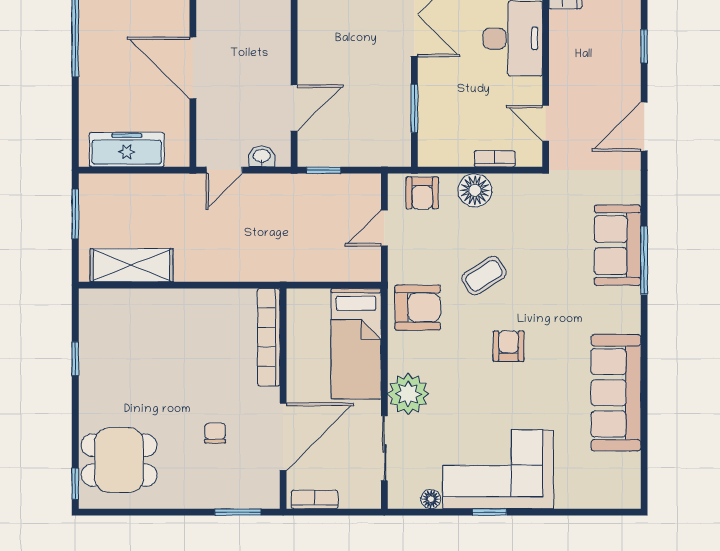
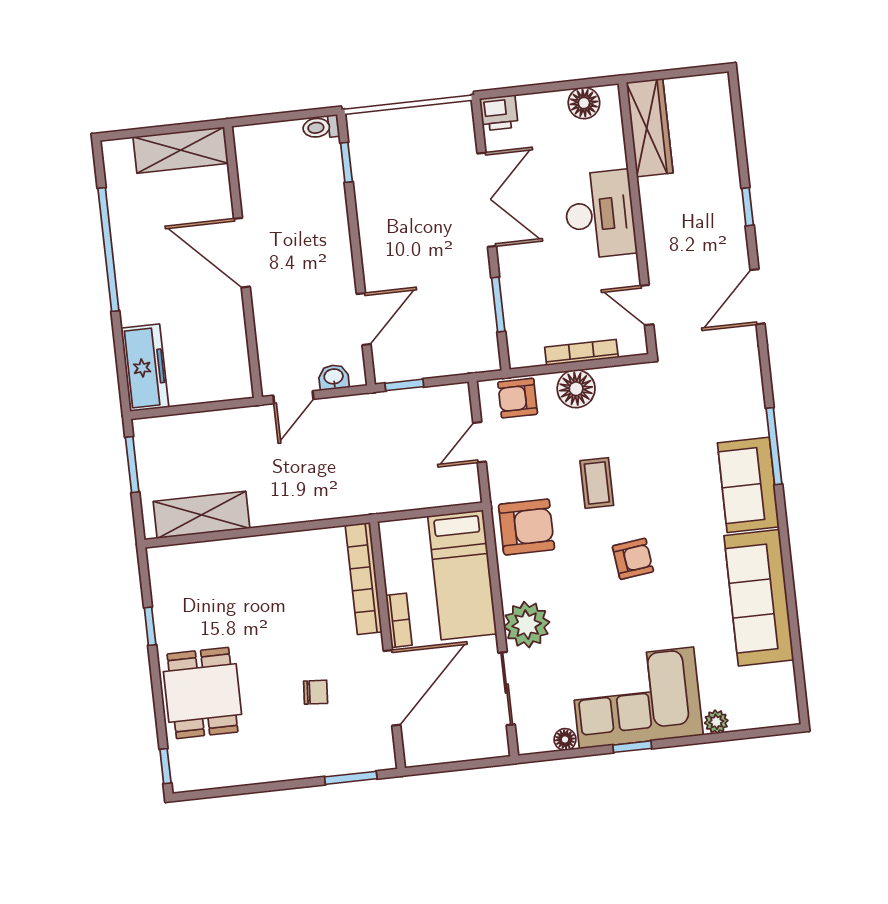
door: (193, 68) -> (242, 253), moved
freezer: (127, 150) -> (145, 368), moved, turned 90
bookcase: (495, 159) -> (581, 352), width x1.56
armchair: (422, 193) -> (518, 398), turned 90
sofa: (618, 245) -> (748, 485), moved
coffee table: (484, 276) -> (597, 483), turned -57
armchair: (508, 346) -> (633, 559), turned 83
chair: (215, 433) -> (316, 692), turned 94
dining table: (119, 460) -> (203, 693), moved, turned 90
plant: (566, 498) -> (716, 722), added
bookcase: (315, 499) -> (399, 620), moved, turned 90

